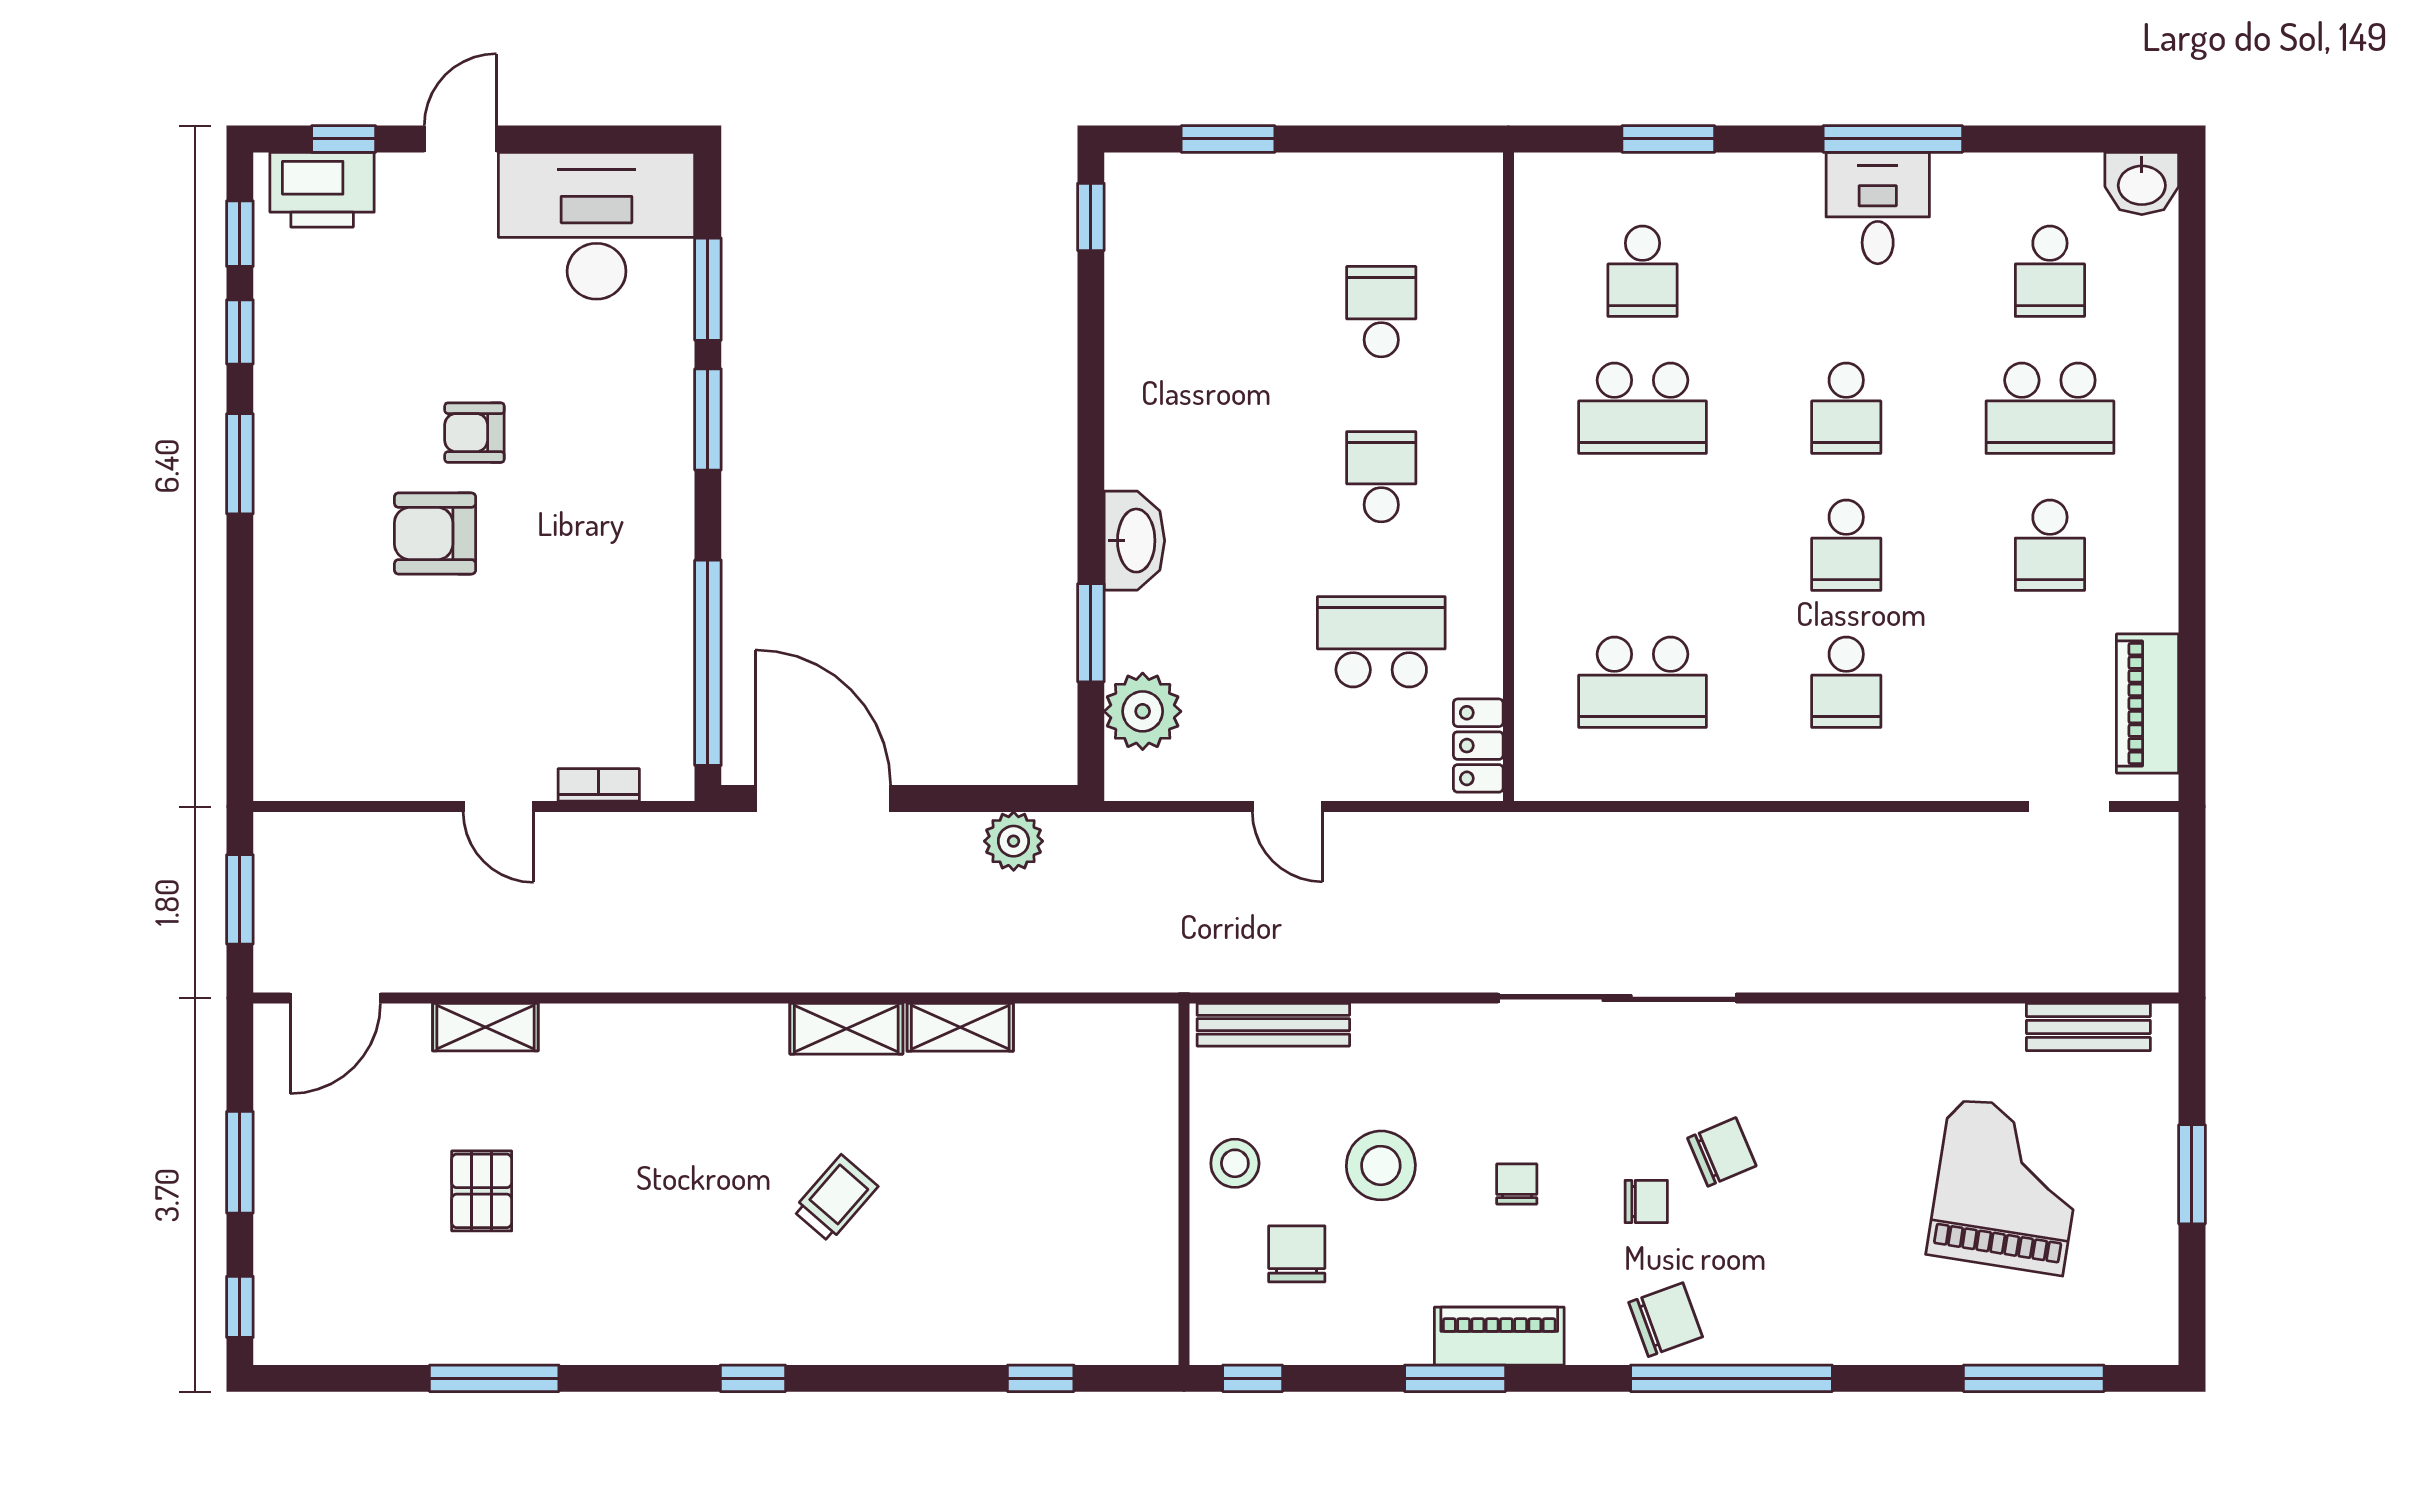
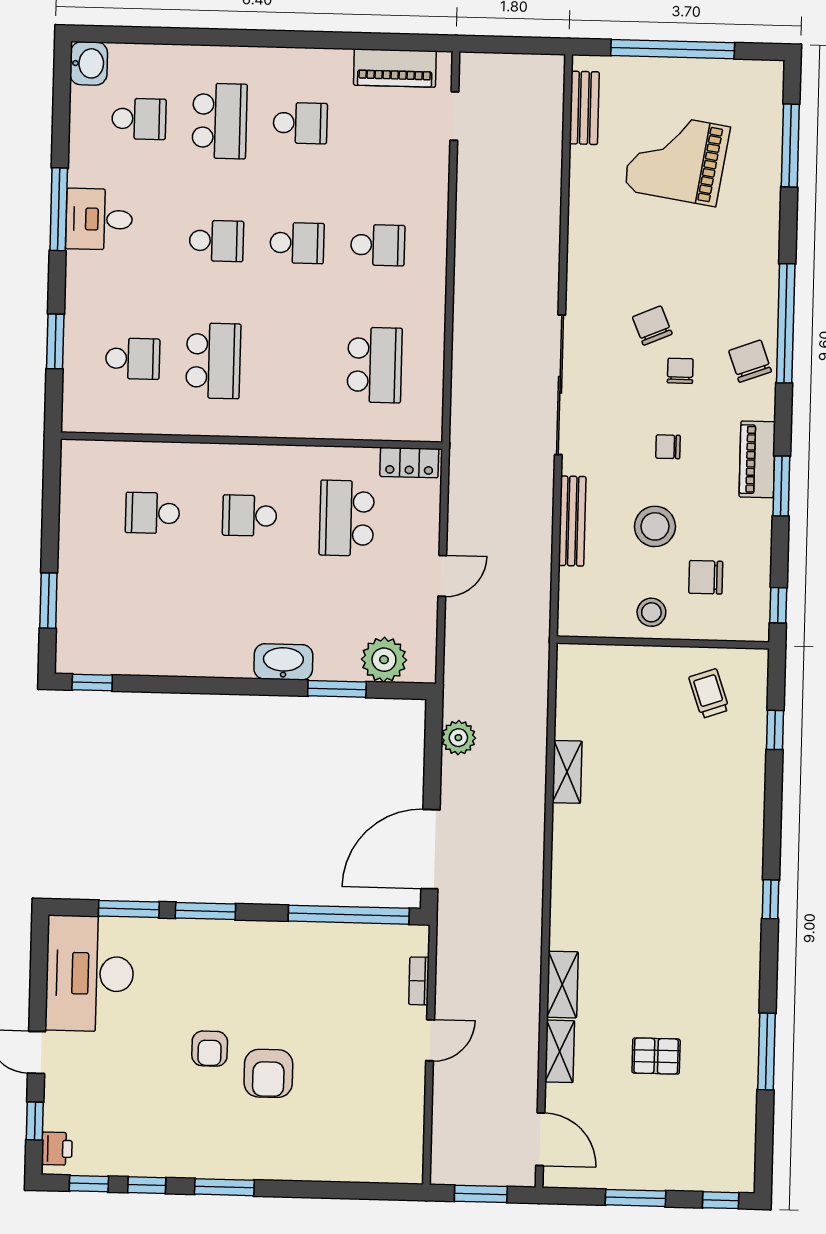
printer: (322, 190) -> (57, 1149), width x0.53, depth x0.68
bench: (1273, 1025) -> (572, 521), moved
shelving: (846, 1029) -> (562, 985), moved
window: (2192, 1174) -> (673, 49), width x2.11
trolley: (835, 1198) -> (709, 693), moved, turned 30

